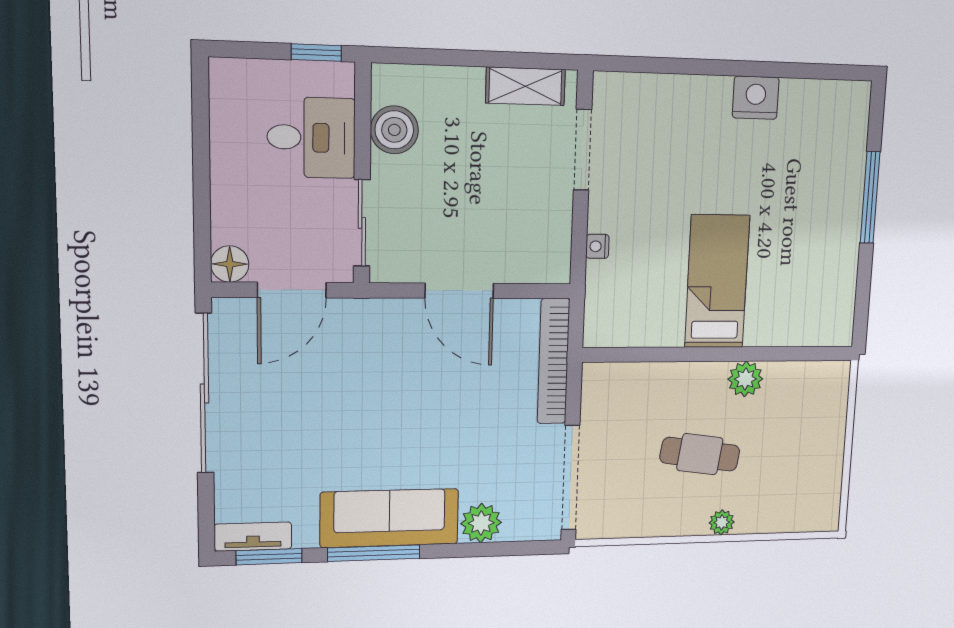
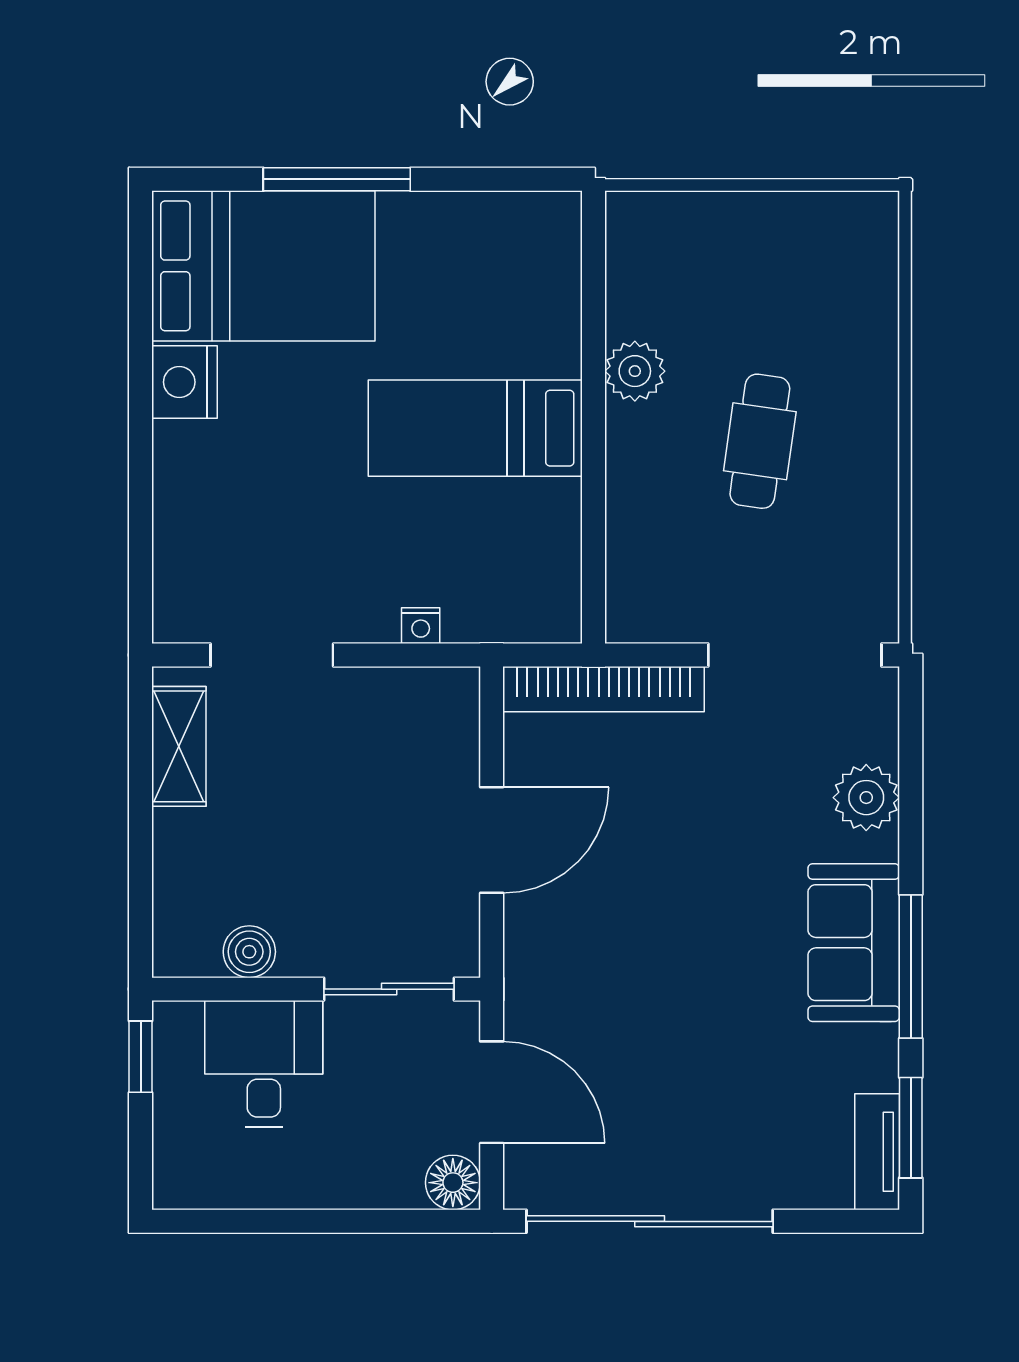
boiler: (394, 130) -> (249, 952), width x0.73, depth x0.73
bed: (822, 150) -> (263, 266), added
sofa: (390, 518) -> (854, 943), width x0.73
plant: (722, 522) -> (877, 397), removed

